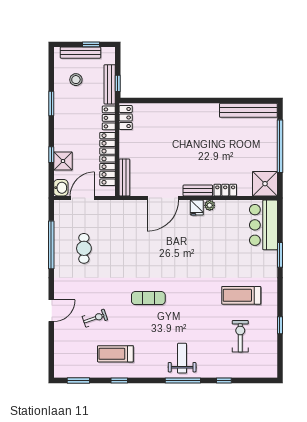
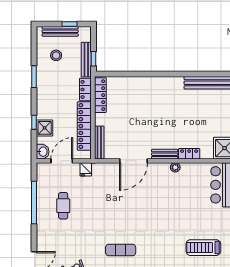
locker: (126, 117) -> (100, 95), width x1.53
fridge: (197, 208) -> (86, 169), moved

